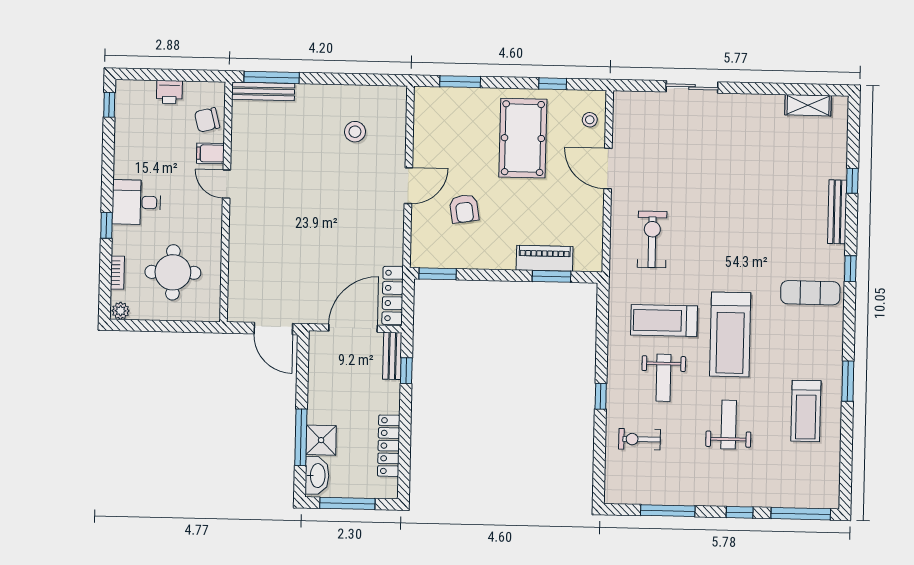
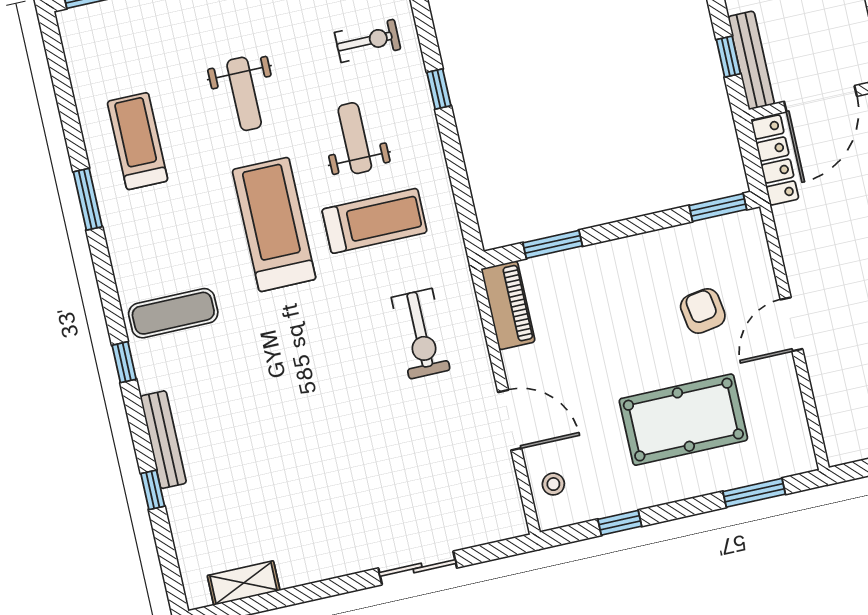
pool table: (523, 138) -> (683, 420), moved, turned 90
piano: (545, 258) -> (508, 305), moved, turned -90
bench: (392, 356) -> (751, 60), width x1.36

